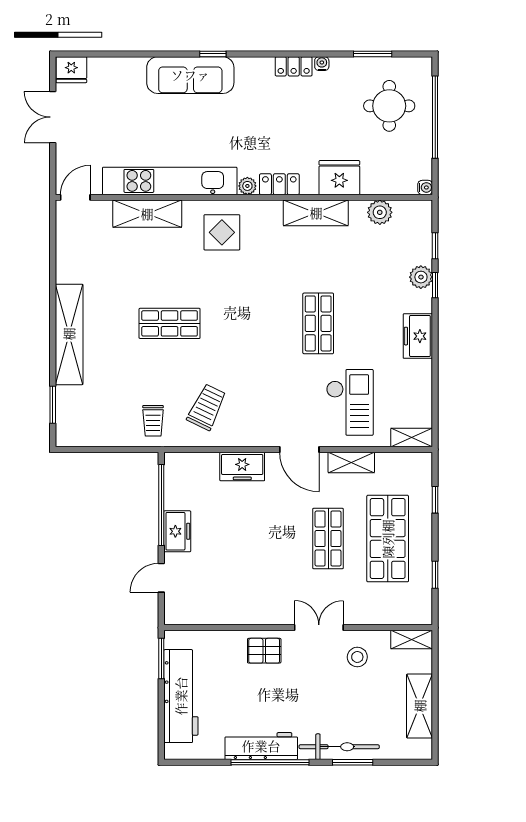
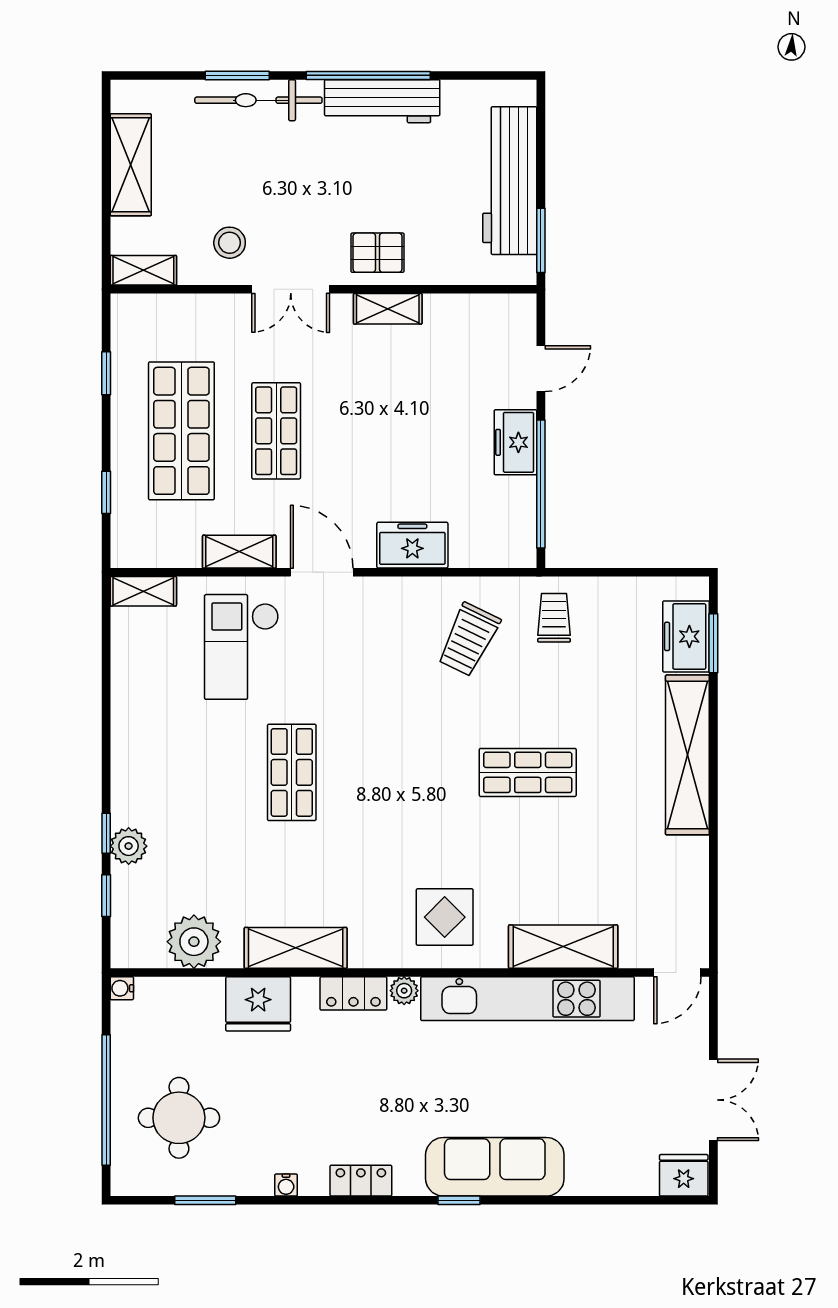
locker: (294, 66) -> (361, 1181), moved
plant: (380, 212) -> (194, 942), width x1.36, depth x1.36
freezer: (418, 336) -> (686, 636), moved, turned 180
shelving: (258, 615) -> (388, 309), added

